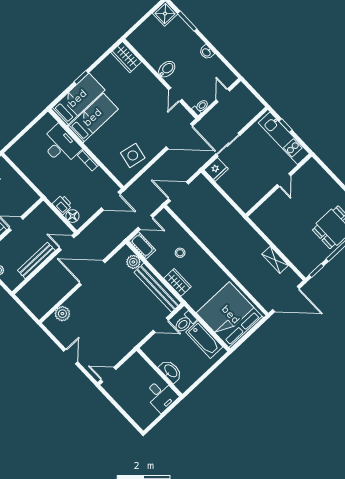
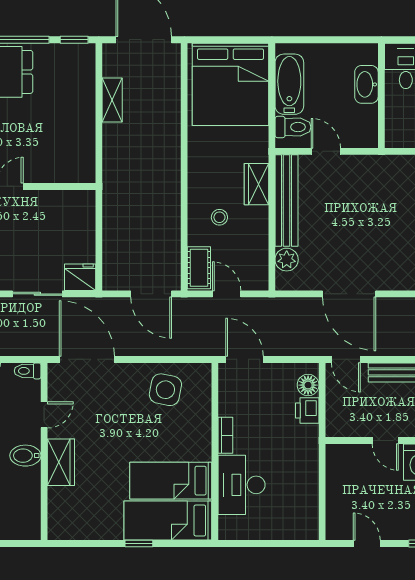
wardrobe: (126, 57) -> (61, 462), moved
cot: (142, 246) -> (199, 268), moved

